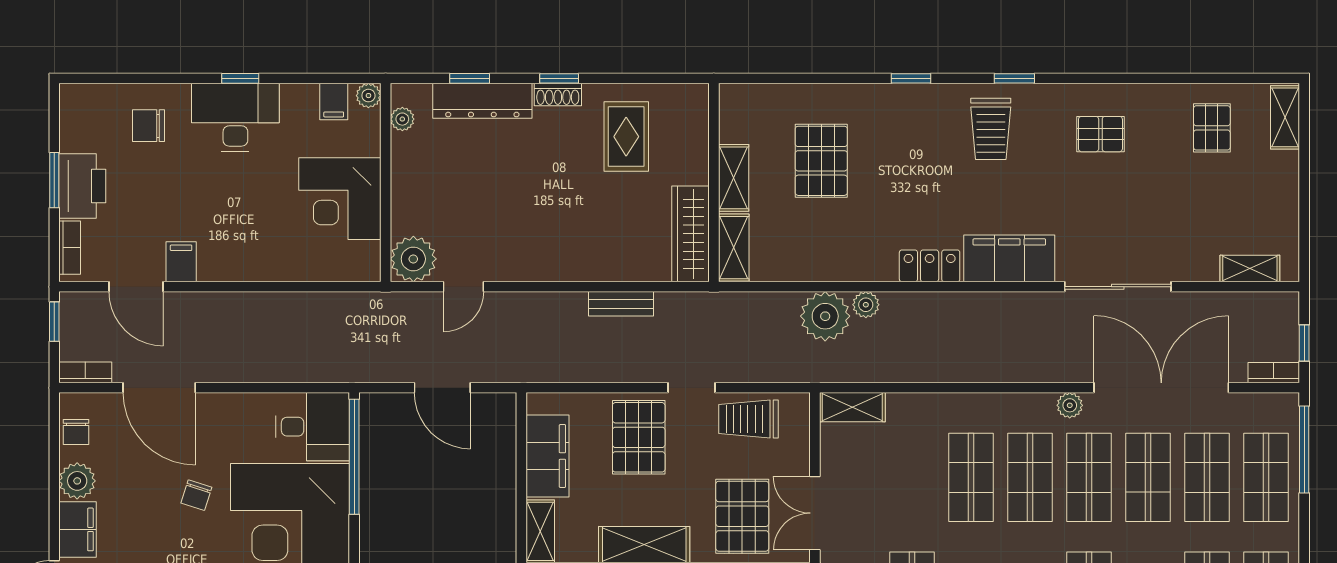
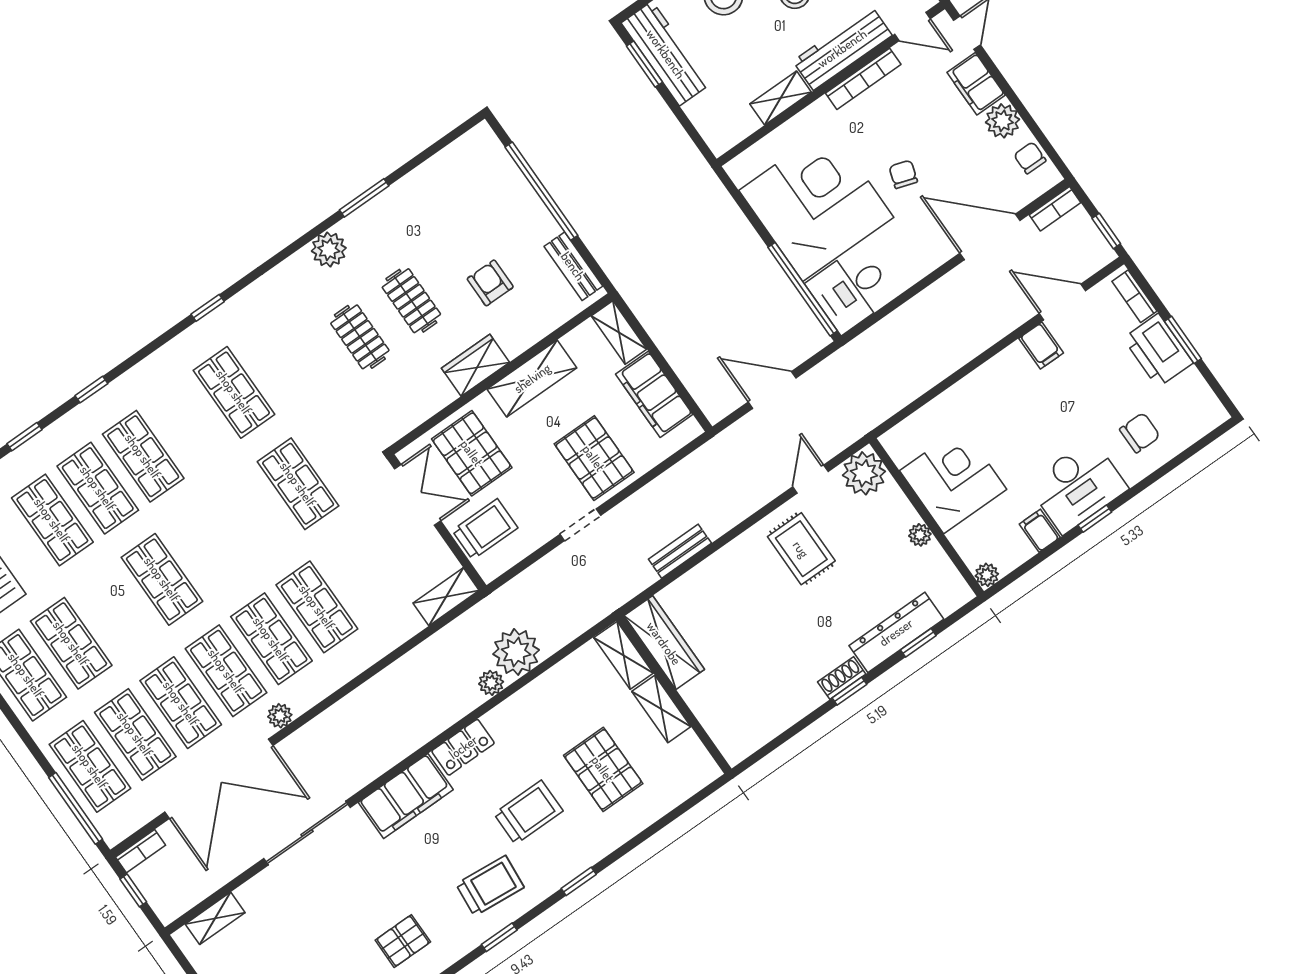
filing cabinet: (334, 102) -> (1040, 531), moved
plant: (402, 119) -> (920, 535), moved
trolley: (991, 129) -> (490, 886), turned 95
rug: (626, 137) -> (801, 549), moved
trolley: (913, 169) -> (528, 812), added
trolley: (748, 419) -> (485, 529), moved

